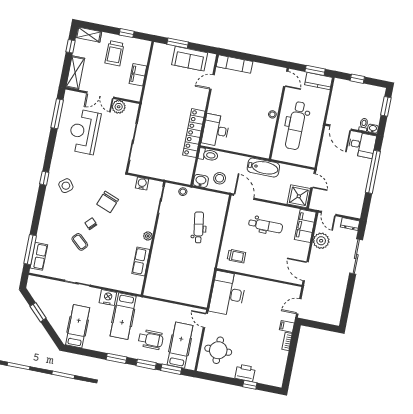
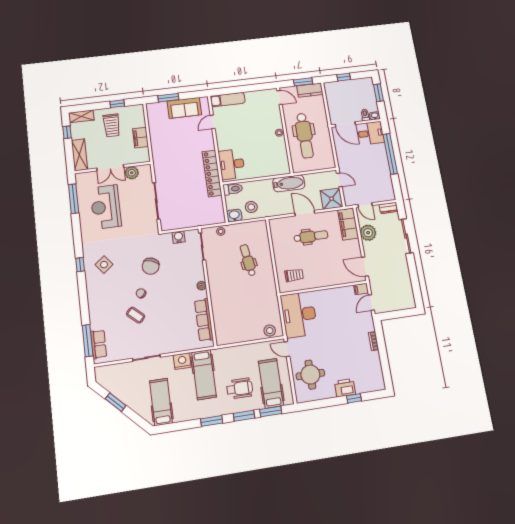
door: (244, 197) -> (305, 213), moved
row of seats: (141, 261) -> (204, 320), width x1.48
stool: (196, 298) -> (270, 331), added
filing cabinet: (287, 326) -> (361, 289), moved

